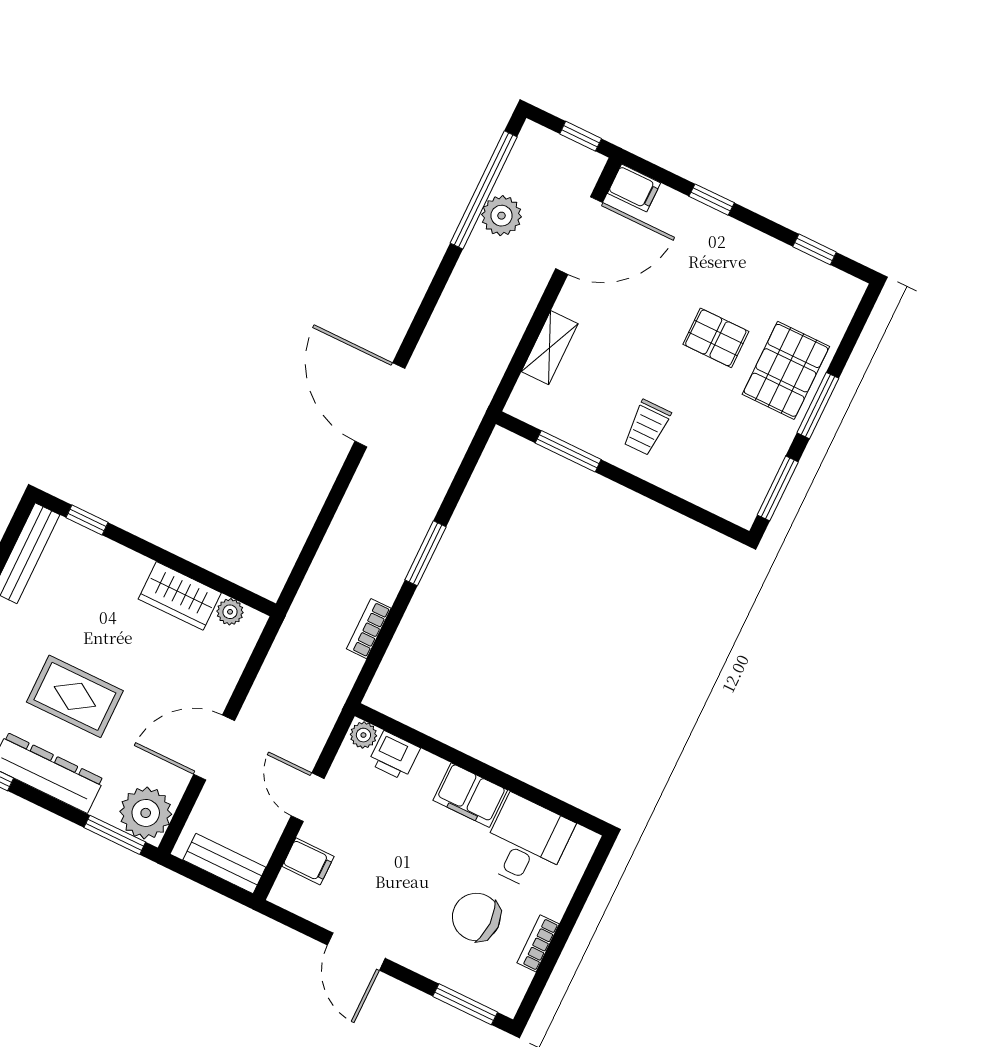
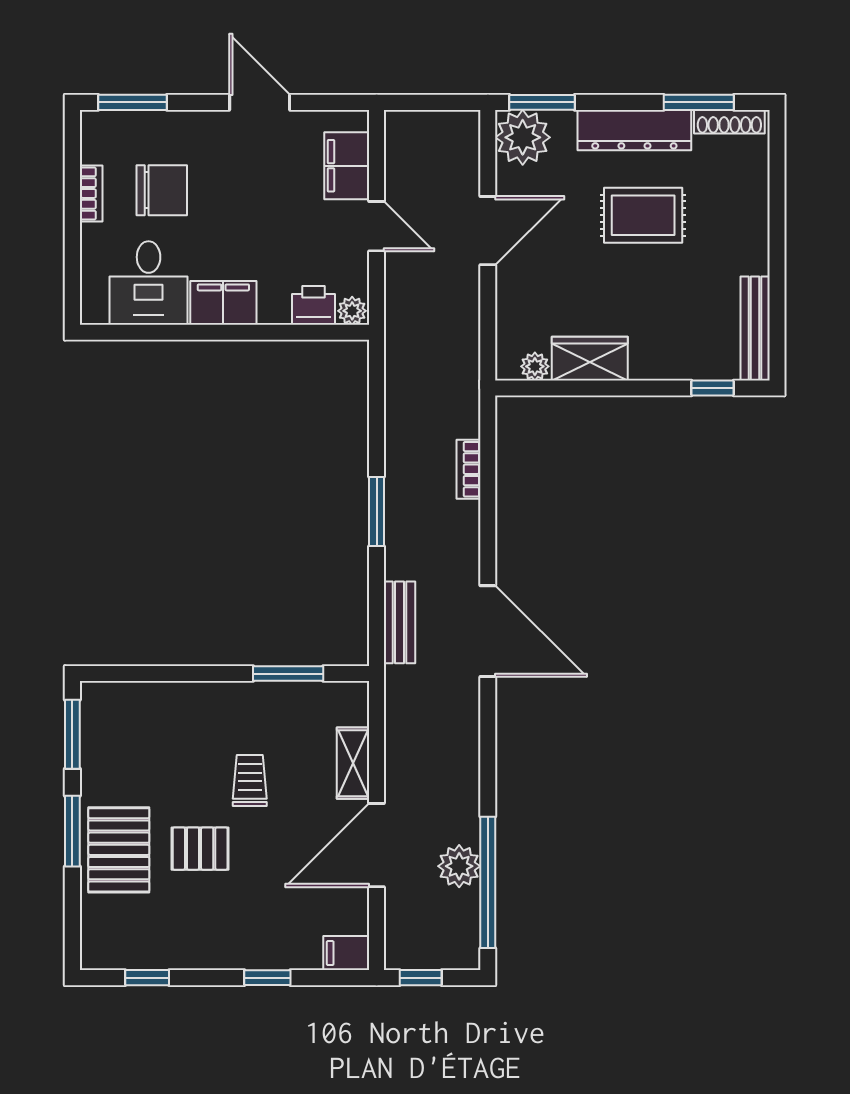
door: (579, 236) -> (377, 845), moved
trolley: (647, 428) -> (250, 781), moved
bookcase: (369, 629) -> (469, 469), moved, turned 180
filing cabinet: (308, 861) -> (347, 166), width x2.00
bench: (224, 864) -> (400, 622), moved, turned 90

